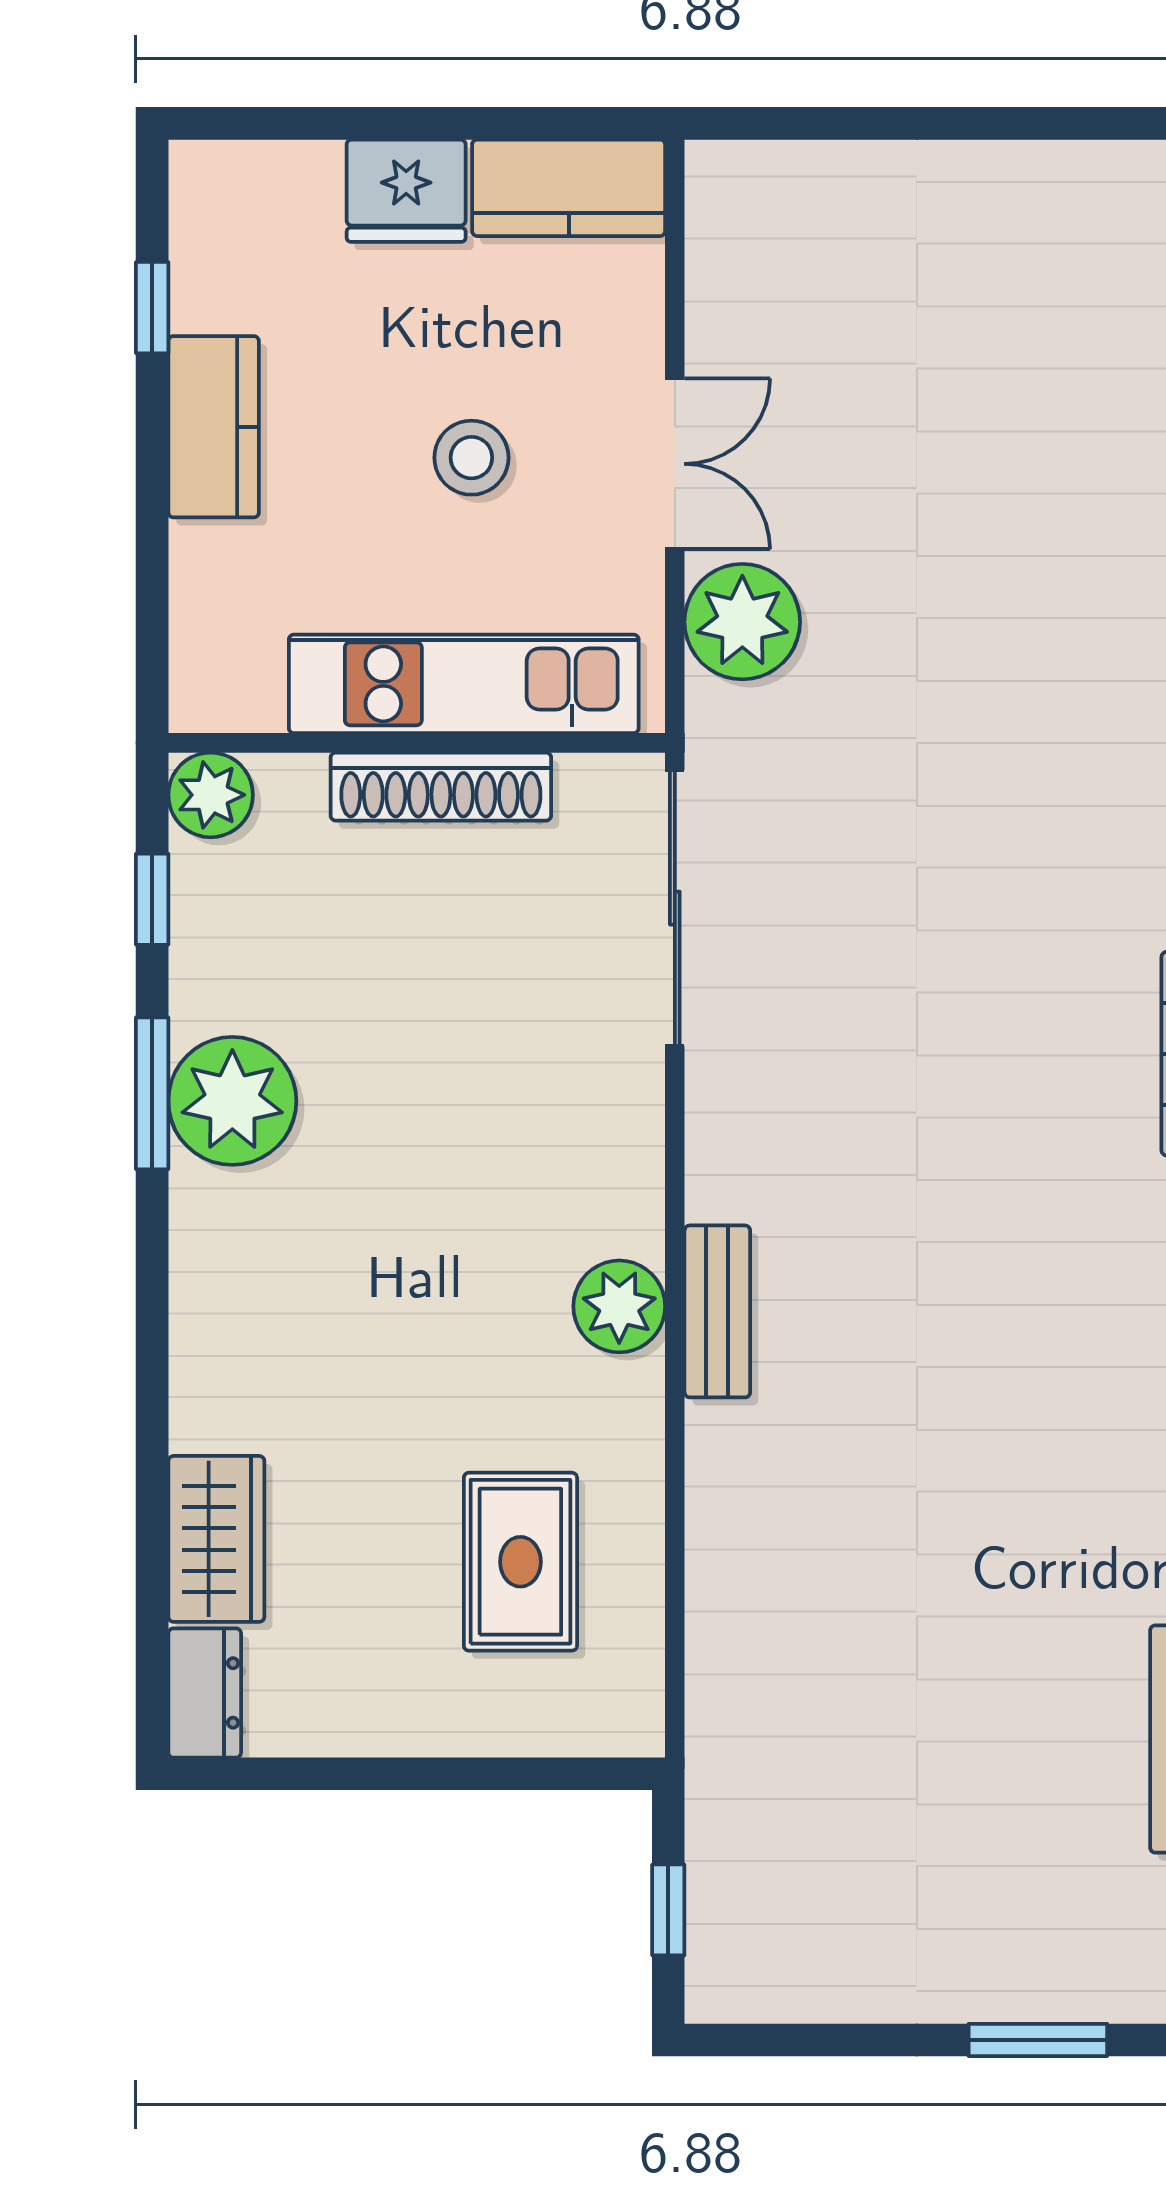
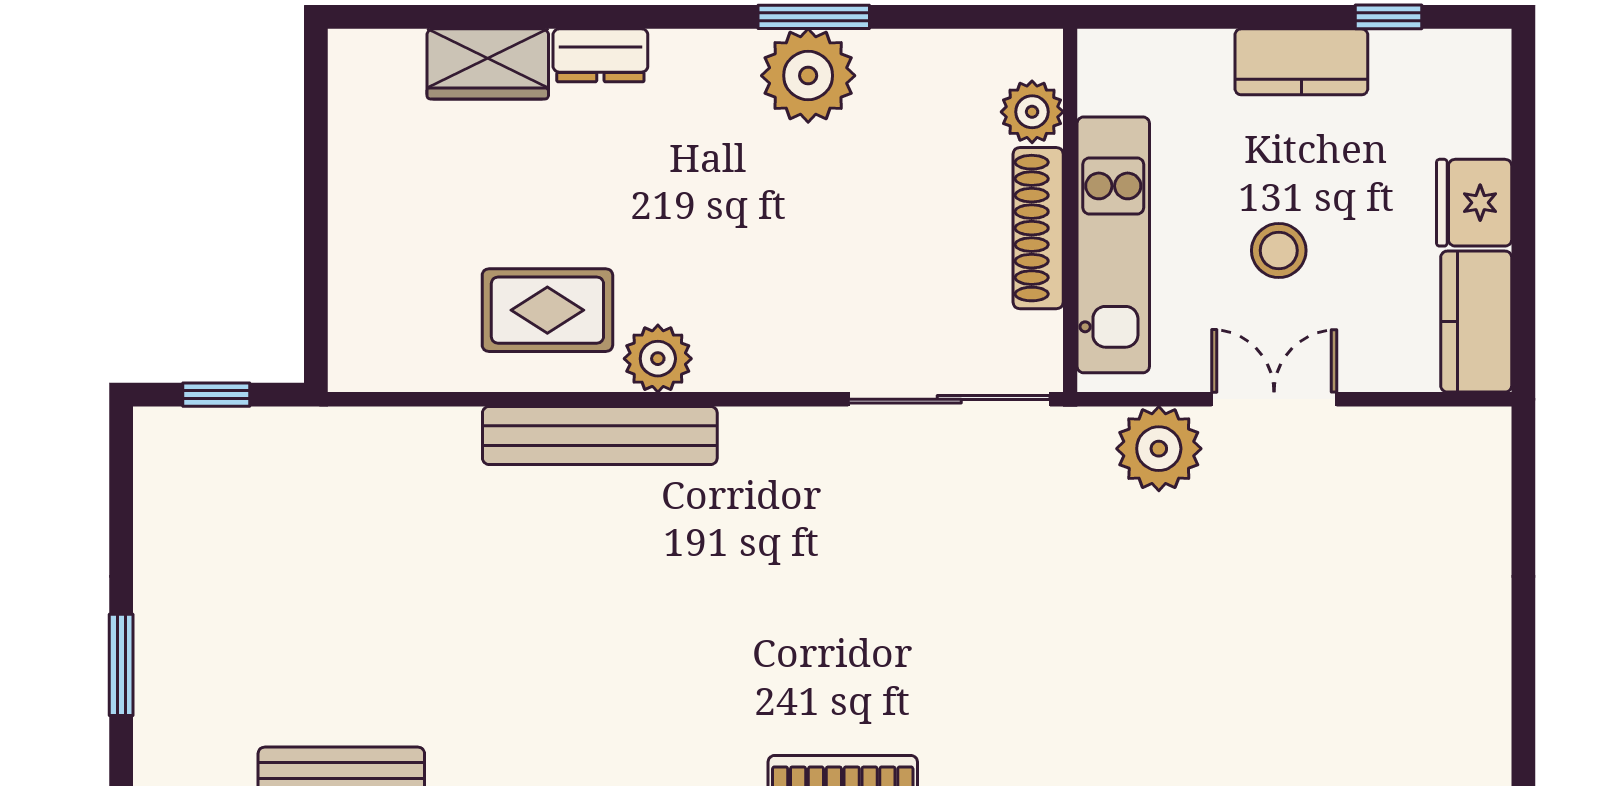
double door: (675, 464) -> (1274, 399), swing flipped
plant: (211, 795) -> (1032, 112), moved
window: (152, 899) -> (956, 17), removed
bench: (717, 1311) -> (600, 436), width x1.86, depth x1.21
rug: (520, 1562) -> (547, 310), moved
dresser: (205, 1693) -> (600, 55), moved

